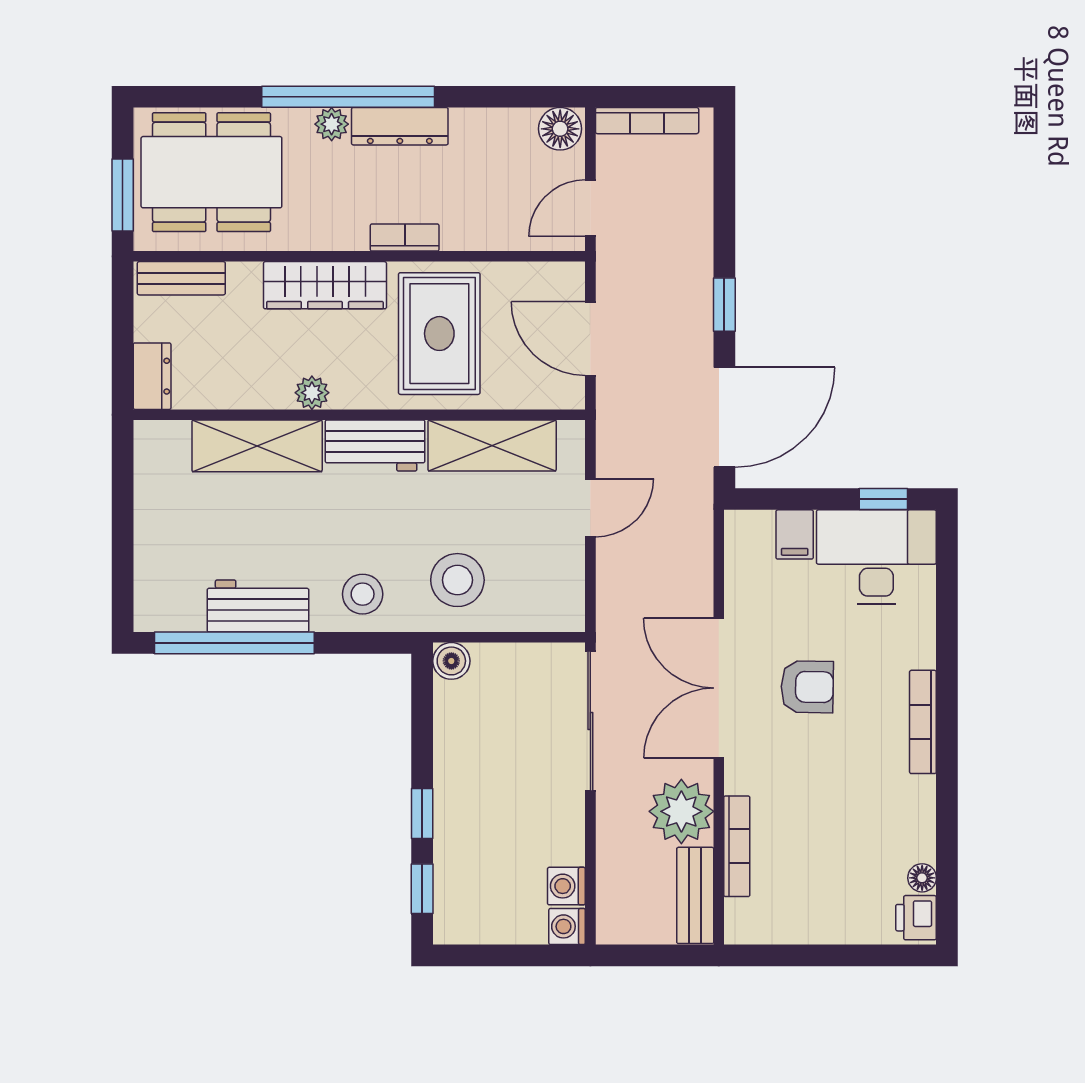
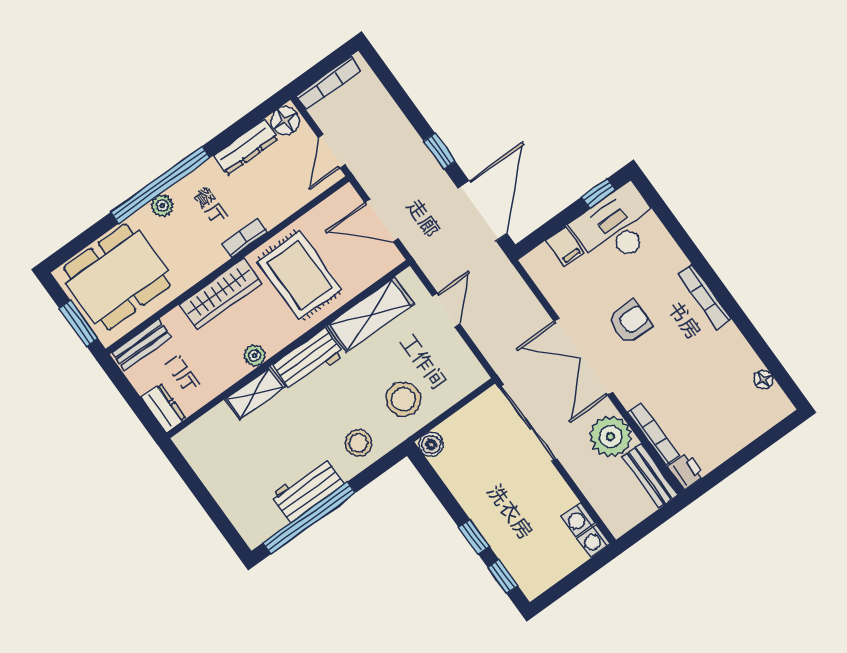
dresser: (400, 126) -> (246, 147), moved
shelving: (257, 446) -> (255, 393), width x0.67, depth x0.75
printer: (916, 918) -> (686, 471), moved, turned 180

